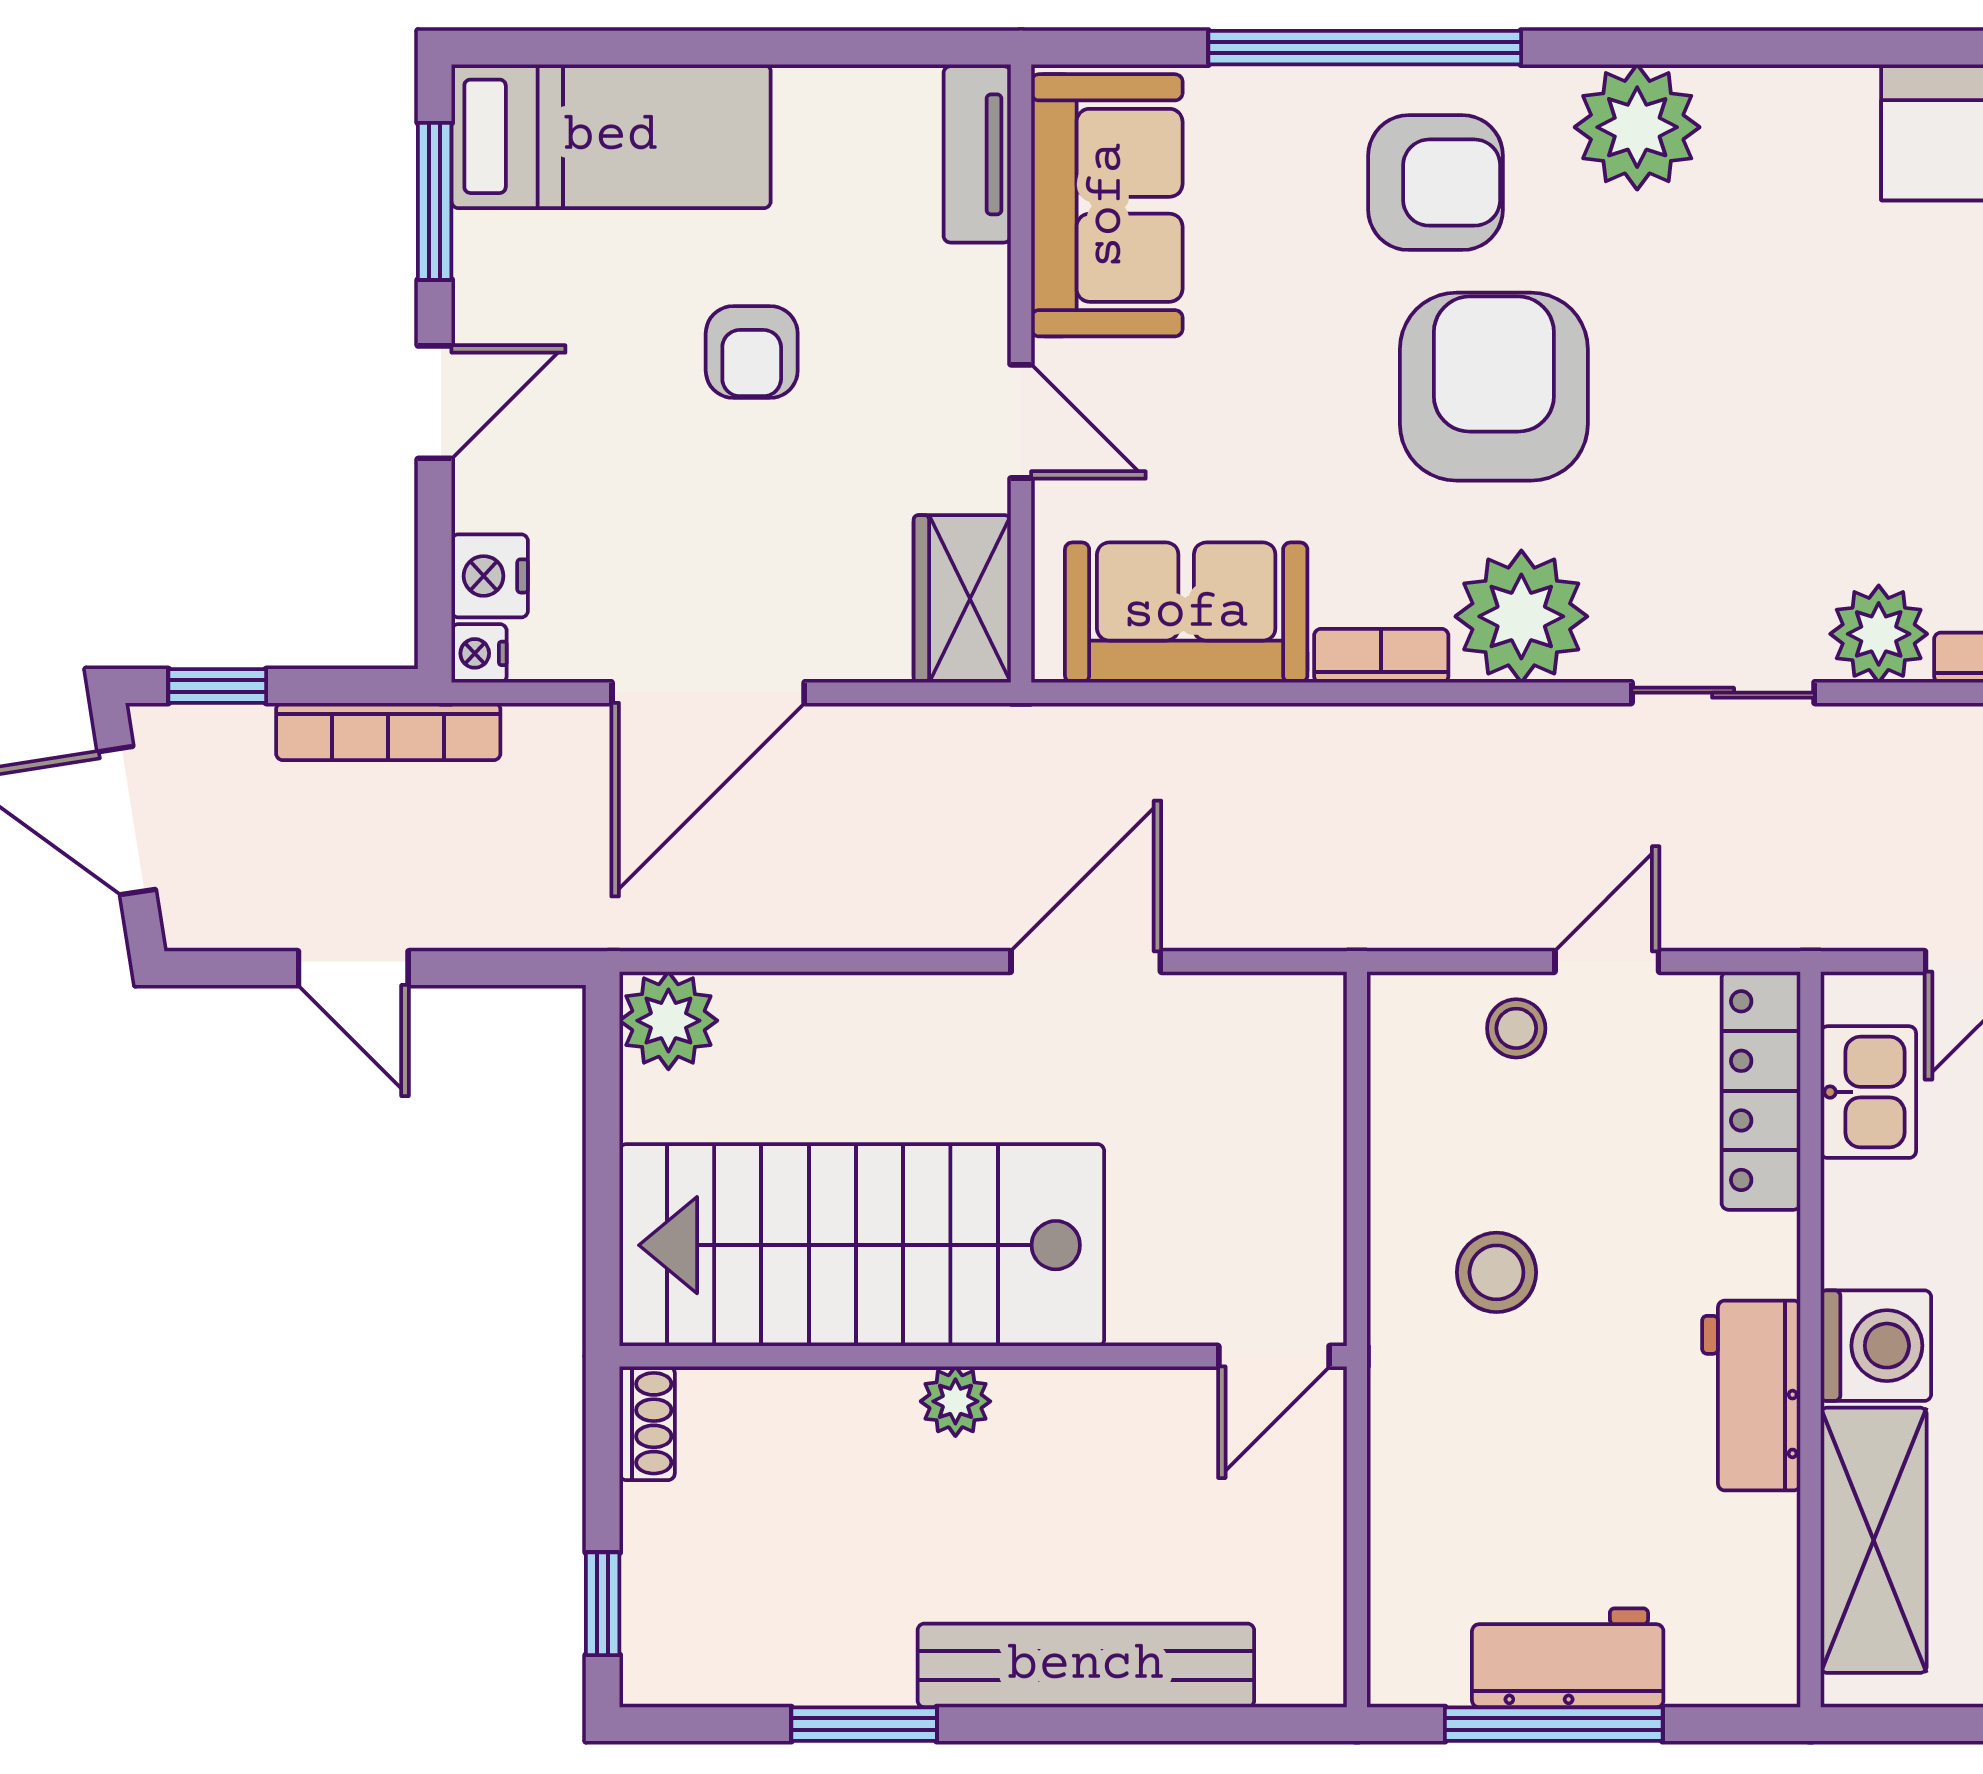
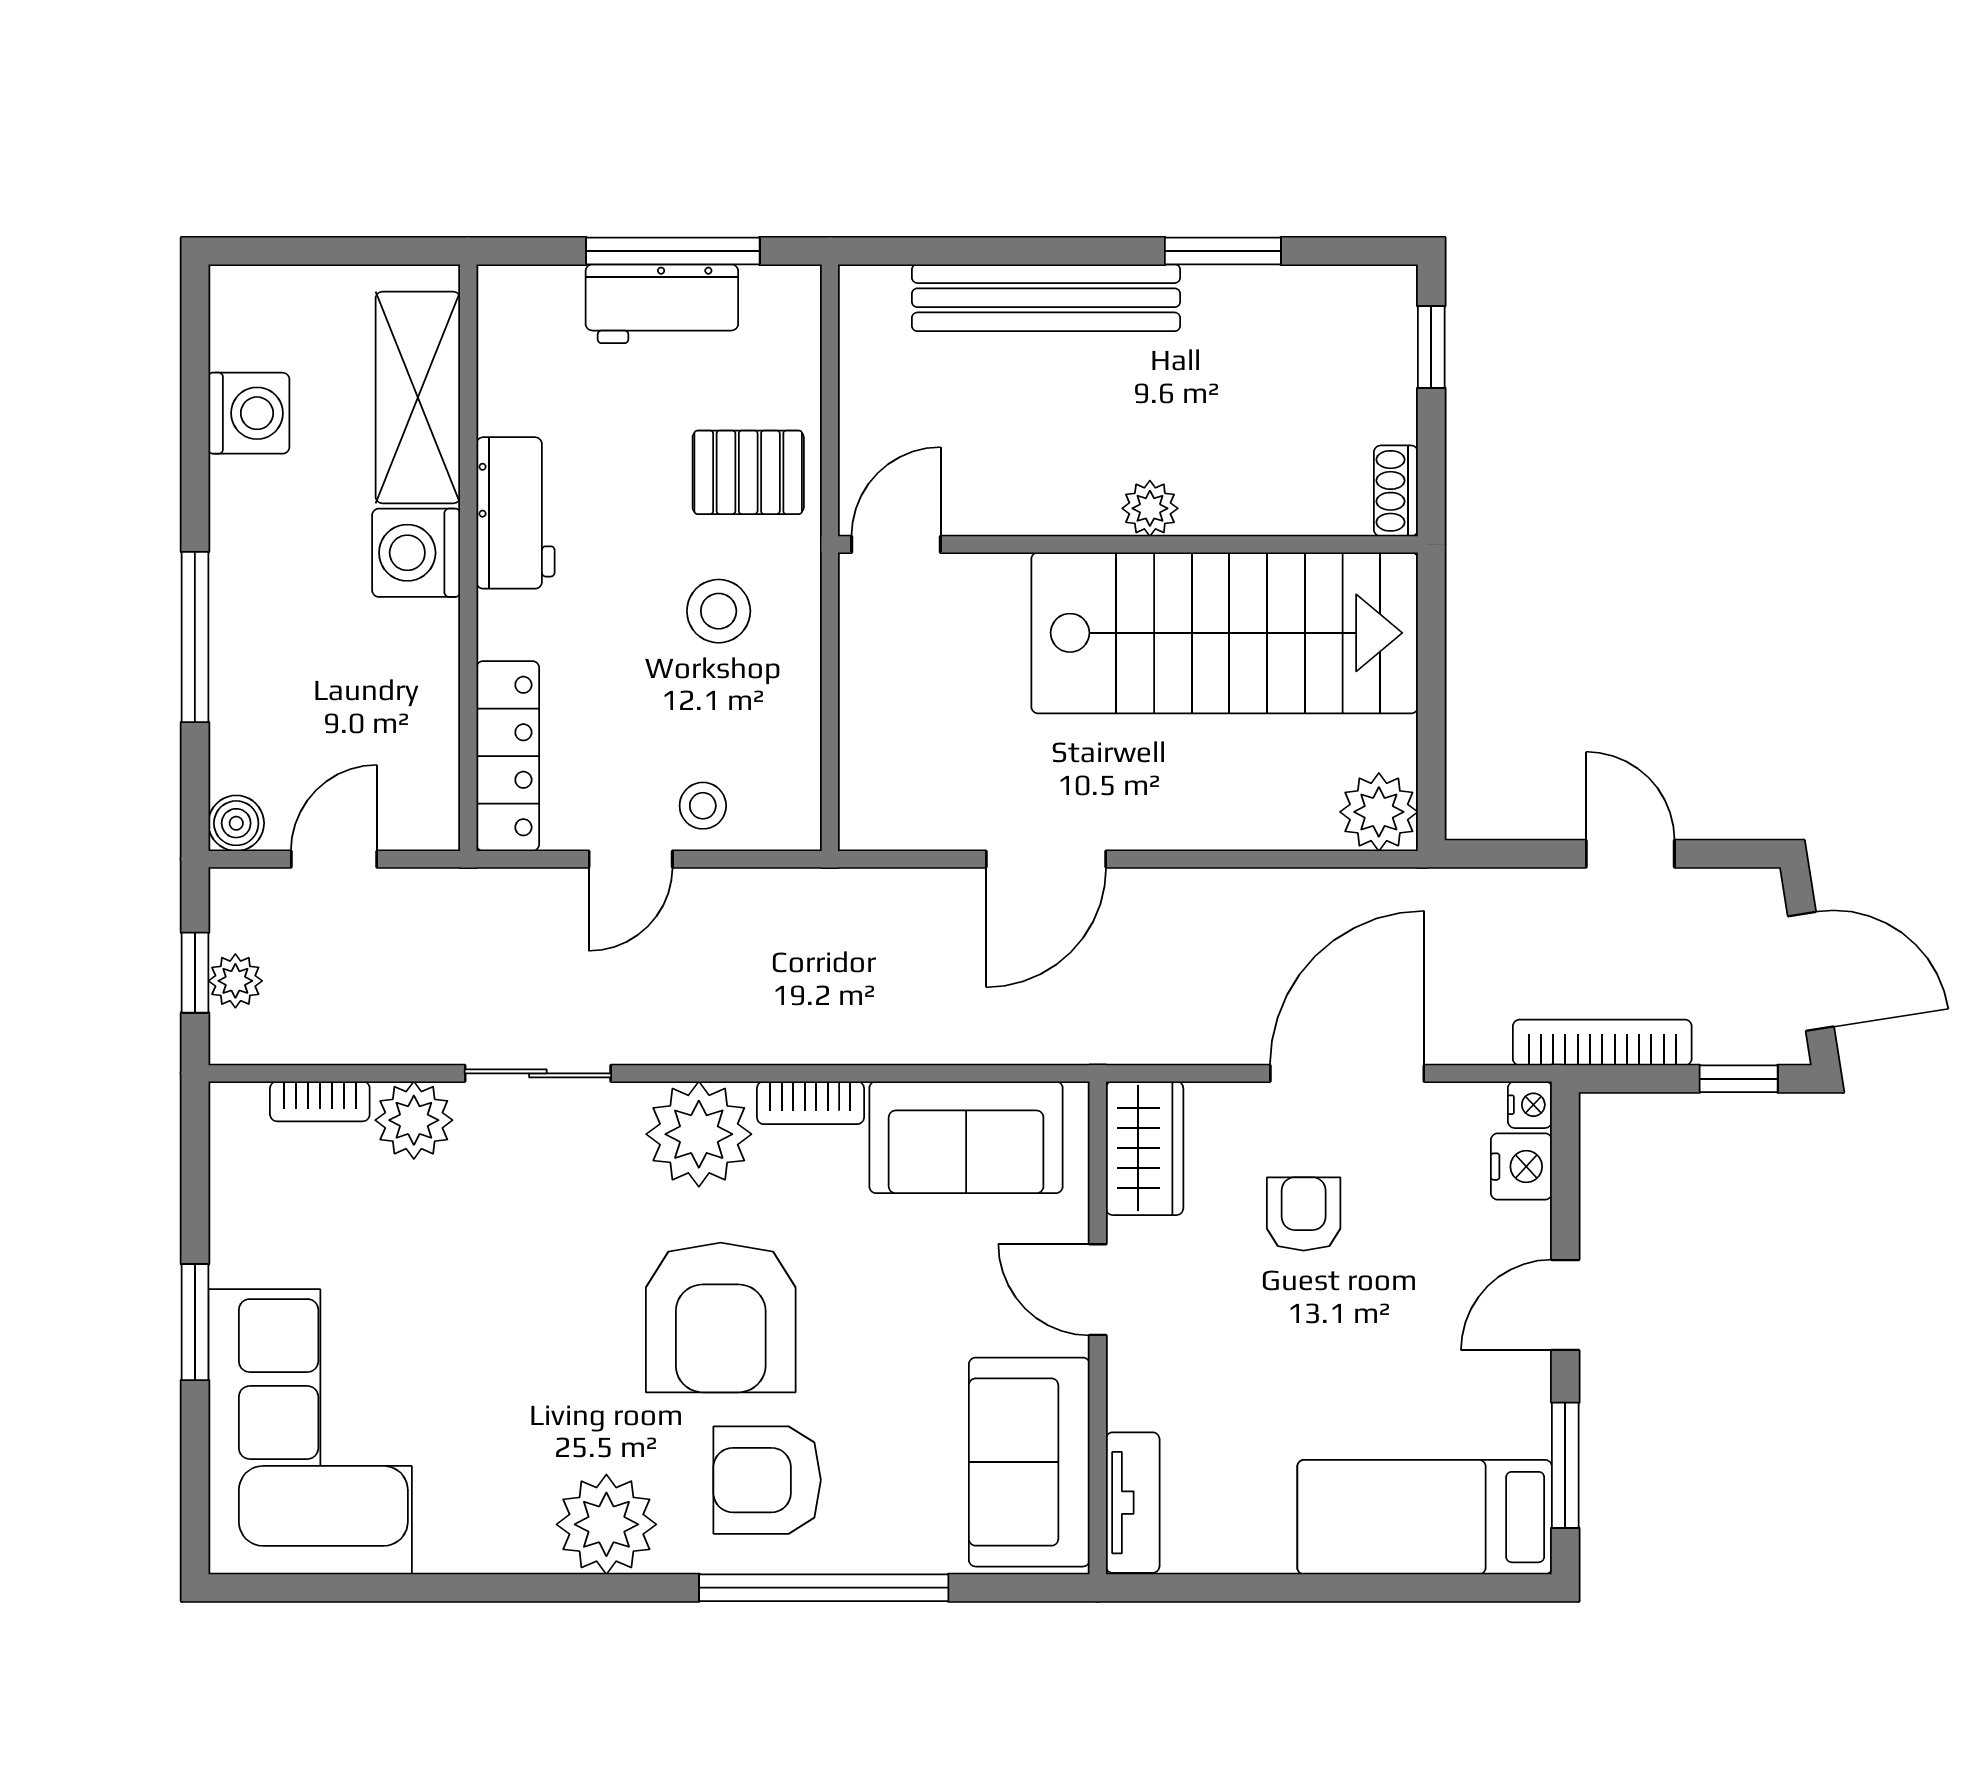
armchair: (752, 352) -> (1304, 1214), moved
kitchen sink: (1868, 1092) -> (422, 755), removed
pallet: (1459, 1446) -> (748, 472), added

